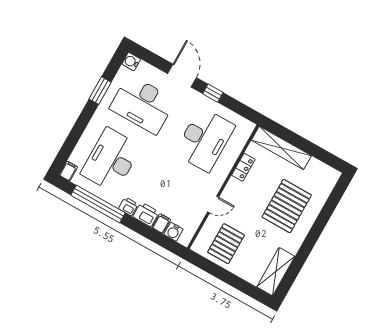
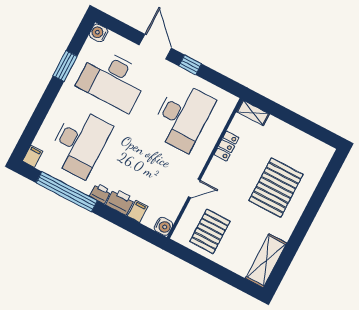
shelving: (281, 148) -> (253, 113), width x0.45, depth x0.75
desk: (111, 160) -> (79, 143), turned 180
water cooler: (174, 232) -> (164, 226), moved, turned -90

